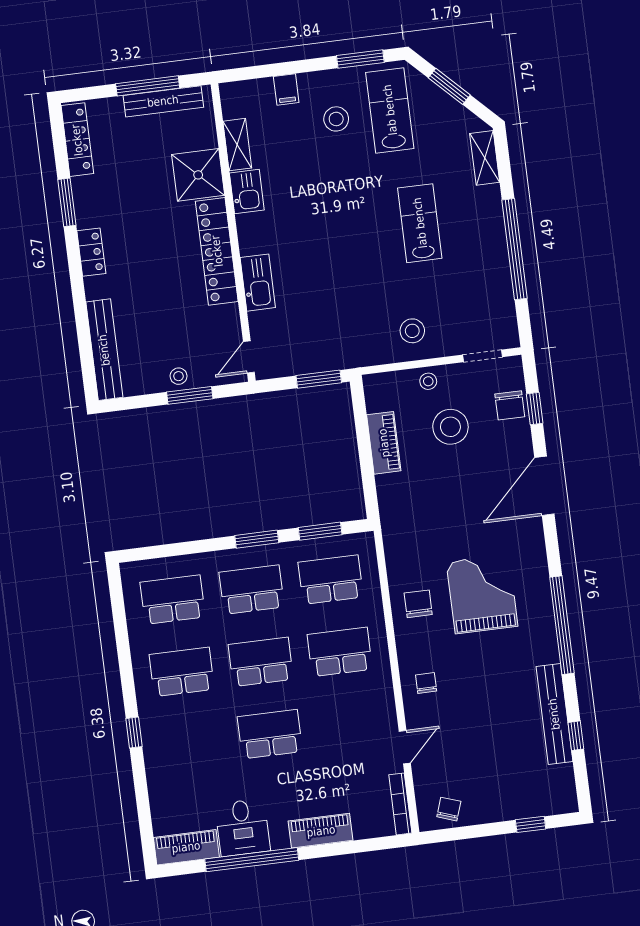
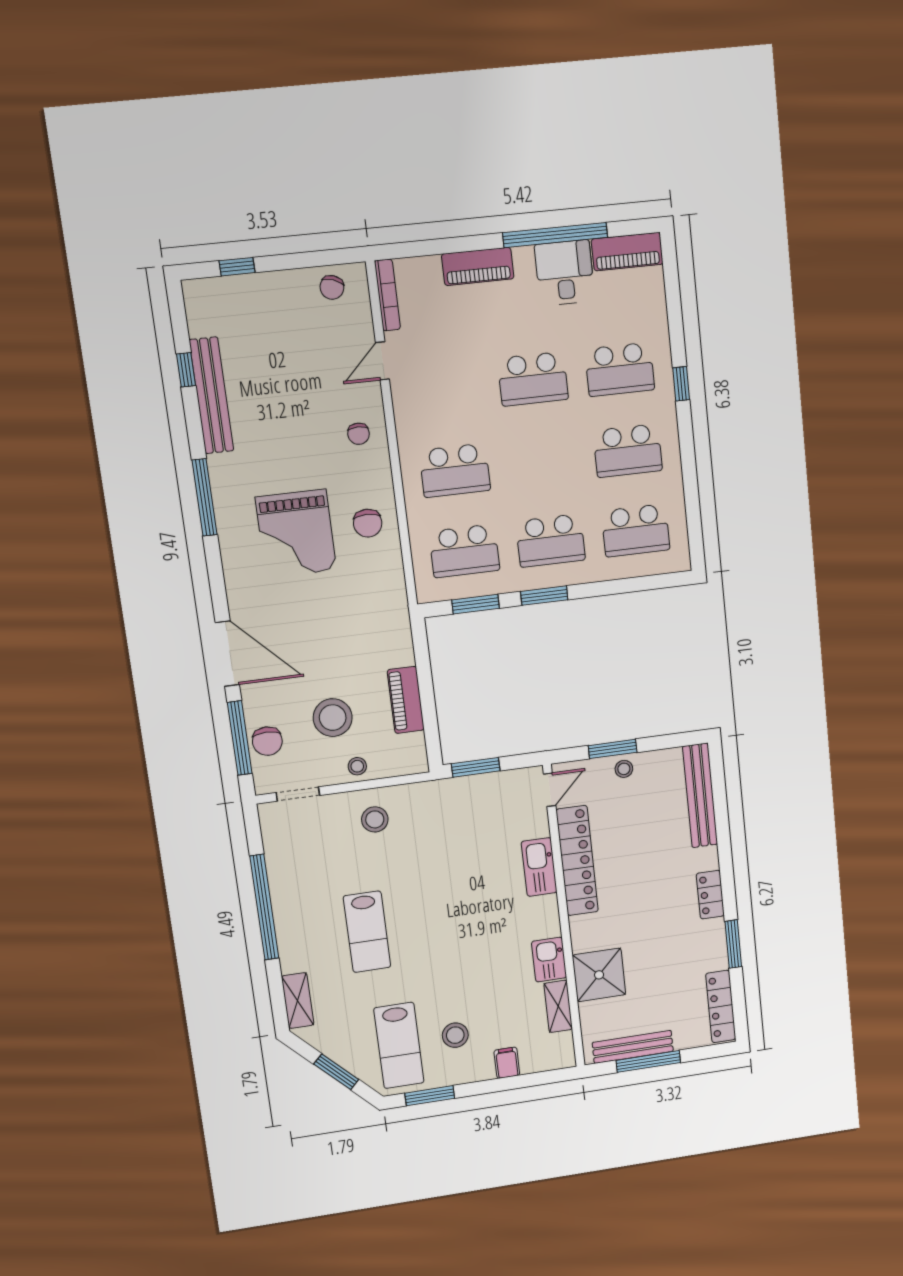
locker: (217, 251) -> (577, 861), moved
chair: (510, 405) -> (267, 741), turned 180
window: (535, 409) -> (240, 738), width x2.17
door: (544, 486) -> (227, 654), hinge flipped
window: (562, 625) -> (205, 497), width x0.68
school desk: (261, 662) -> (620, 369), moved

